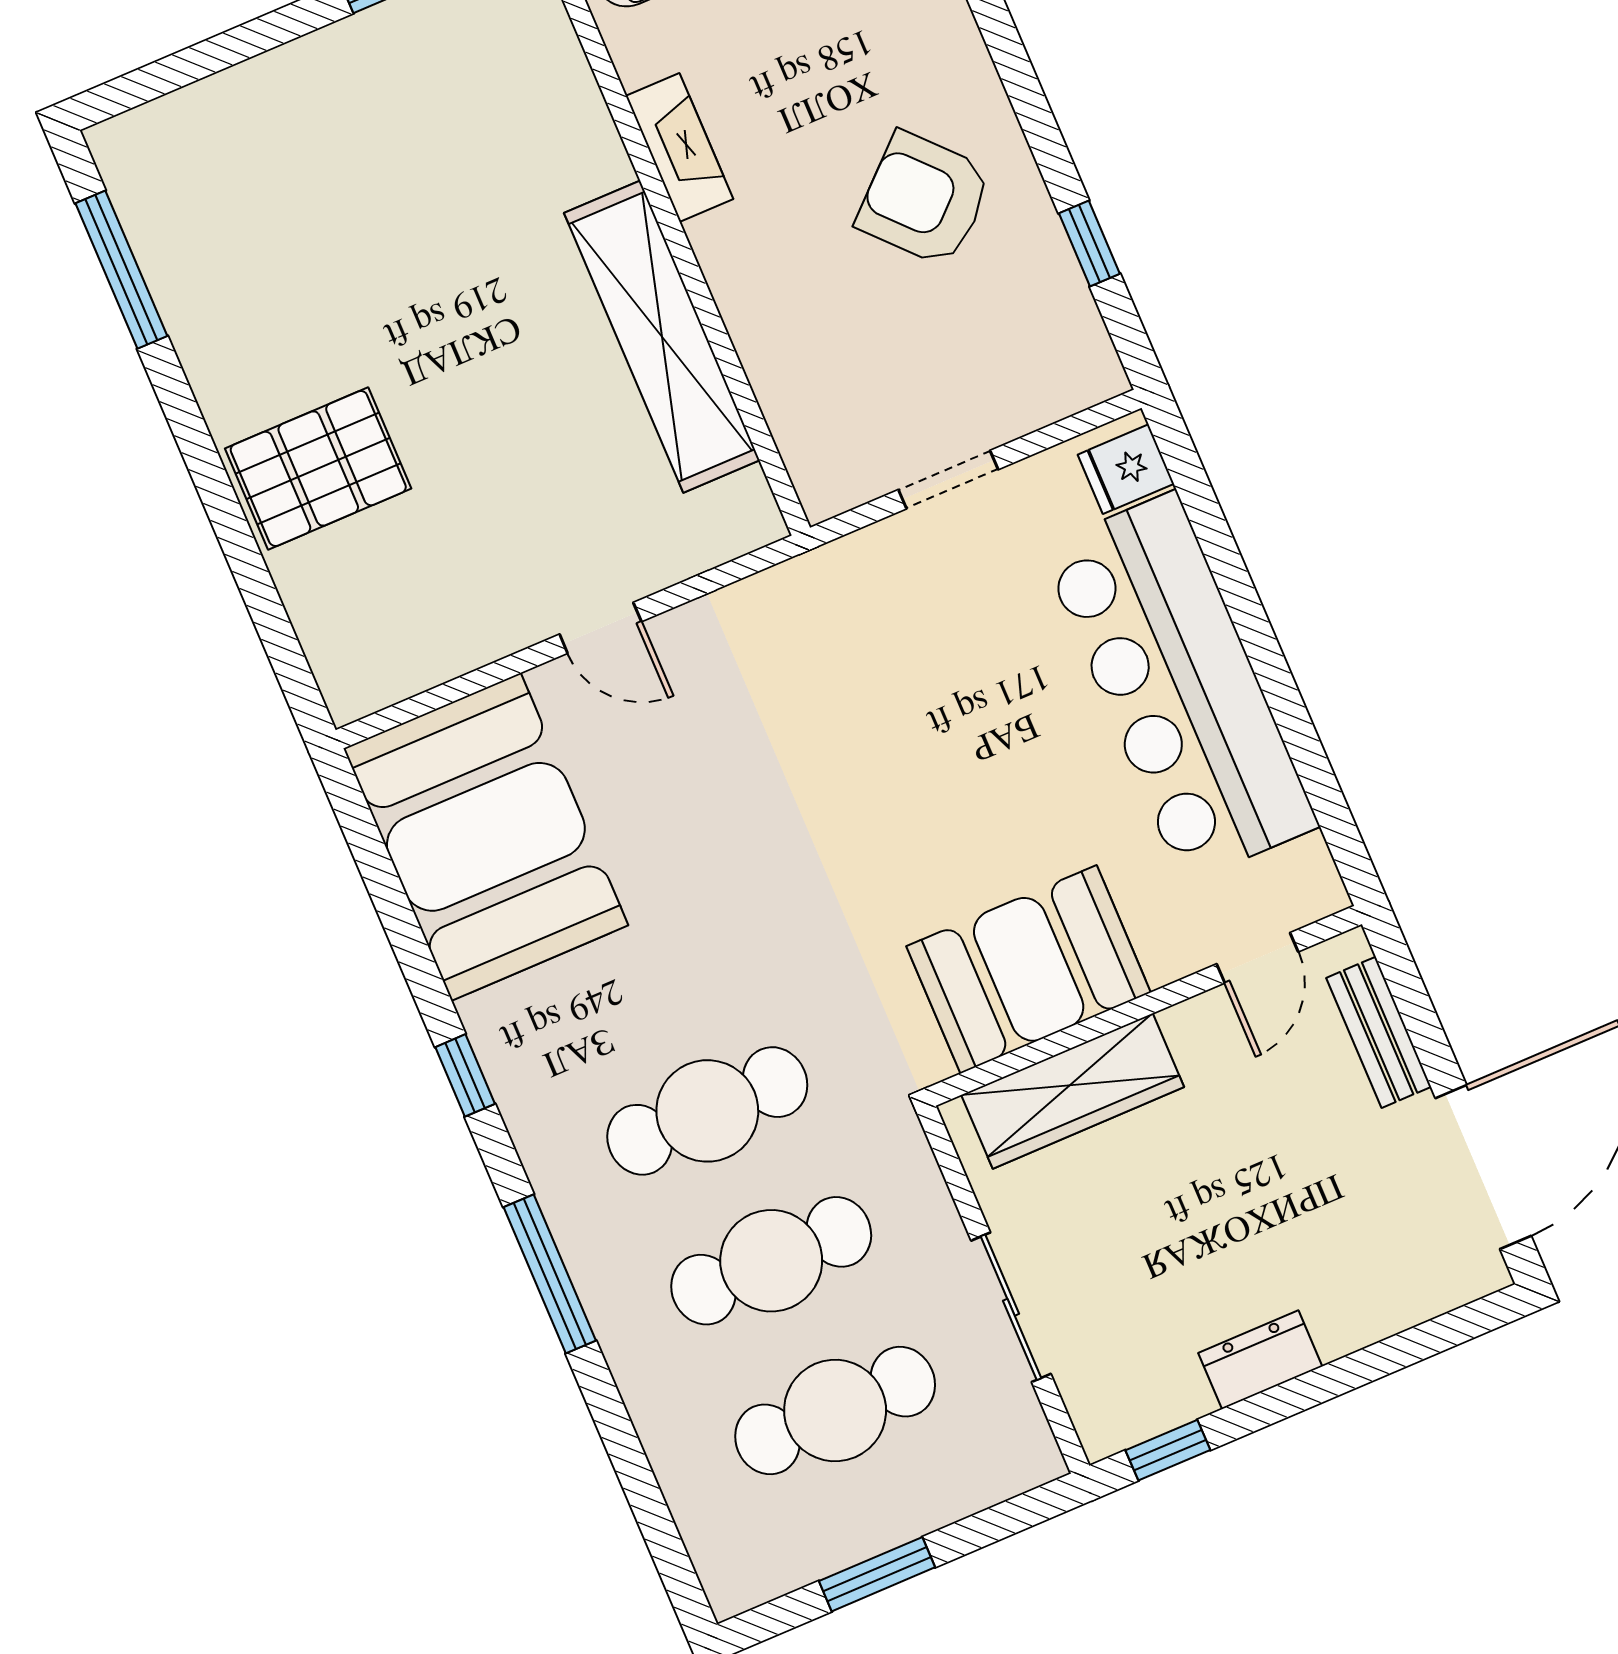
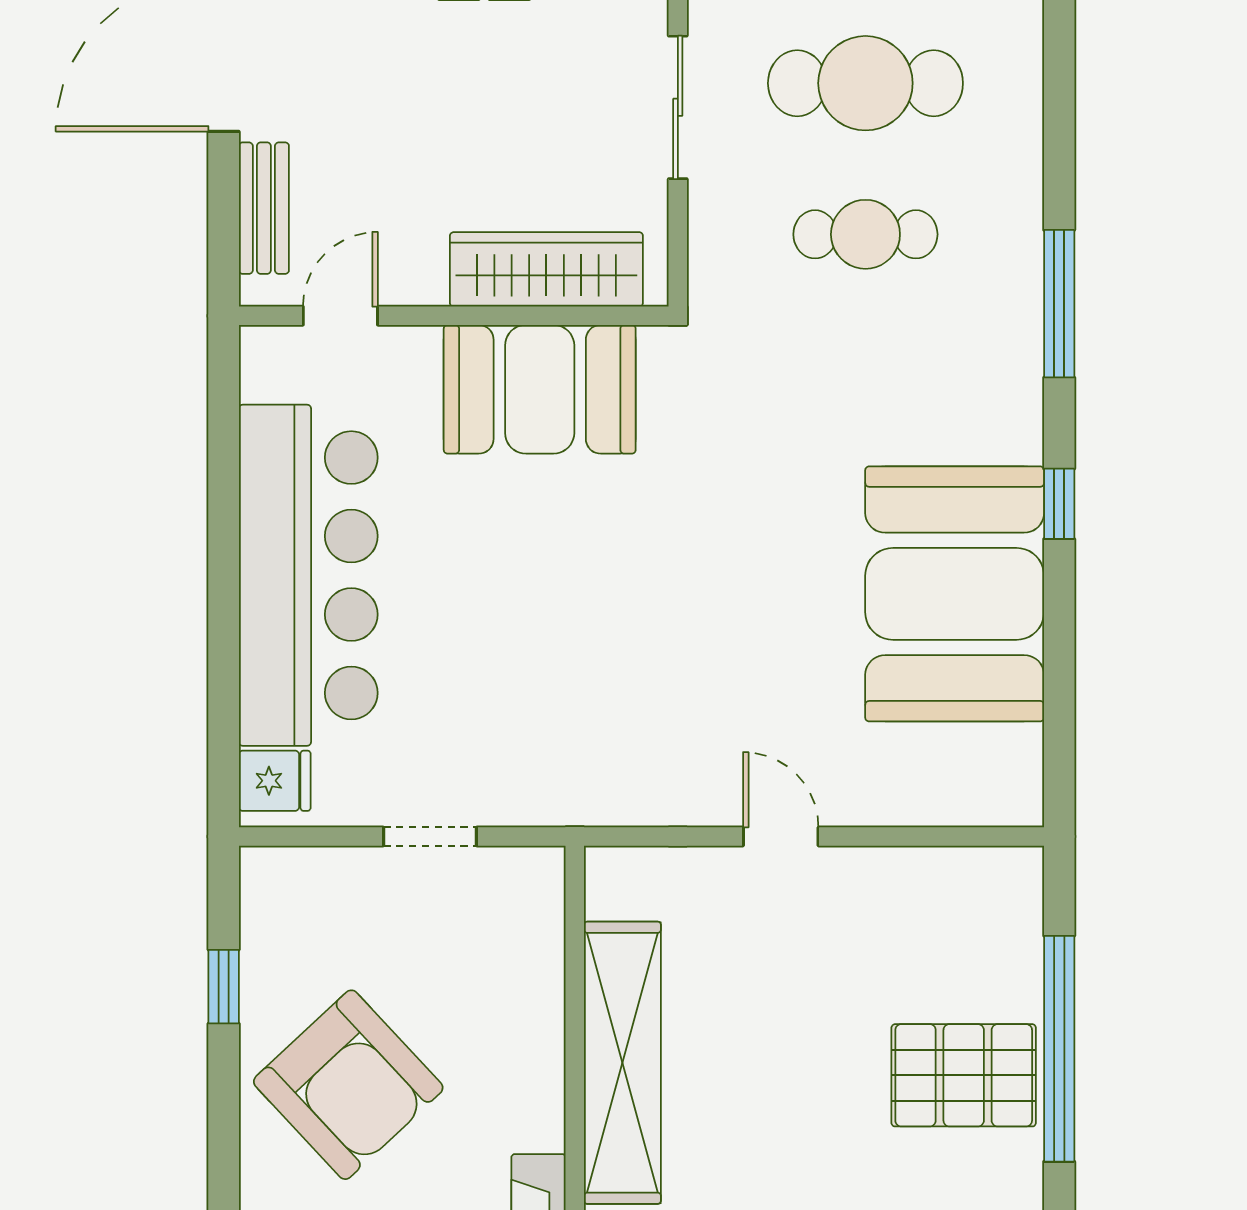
armchair: (924, 199) -> (348, 1085), width x1.36, depth x1.36
window: (235, 535) -> (1059, 1049), added
booth: (486, 837) -> (955, 594), moved
cafe table: (707, 1111) -> (865, 385), removed
cafe table: (771, 1261) -> (865, 234), width x0.73, depth x0.74

